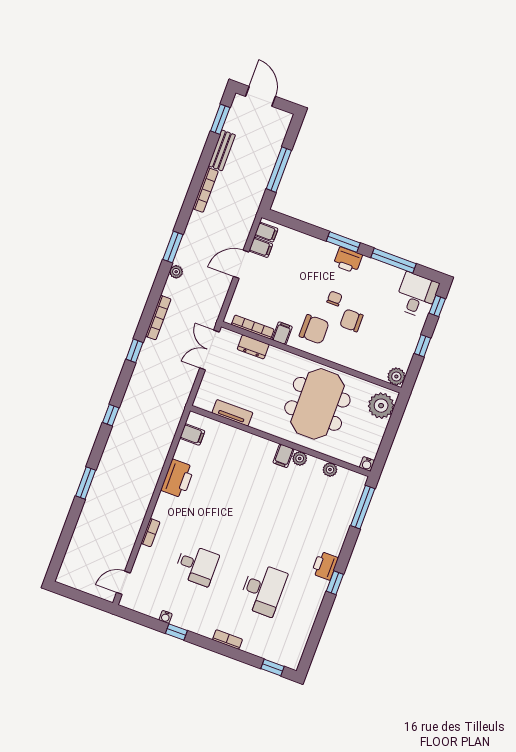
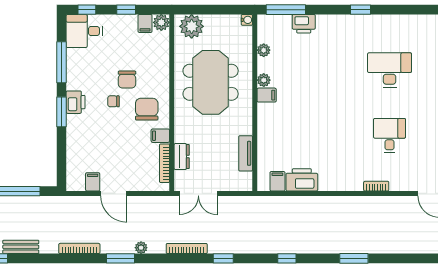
bookcase: (205, 190) -> (79, 248), moved
filing cabinet: (266, 232) -> (145, 23), moved, turned 180
meeting table: (317, 404) -> (211, 82), turned 90
printer: (178, 479) -> (302, 180), moved
printer: (325, 566) -> (304, 24), moved

